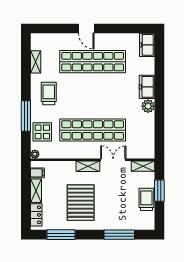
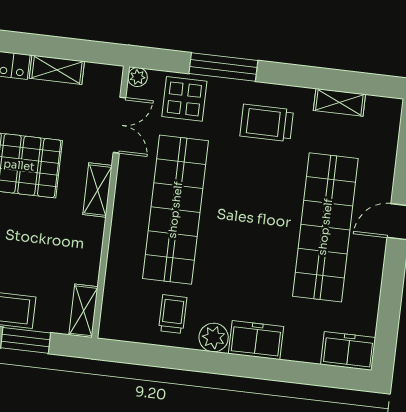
trolley: (49, 94) -> (267, 123), turned 180
trolley: (140, 126) -> (173, 314), added
double door: (113, 160) -> (120, 125), moved
filing cabinet: (37, 173) -> (96, 78), removed

